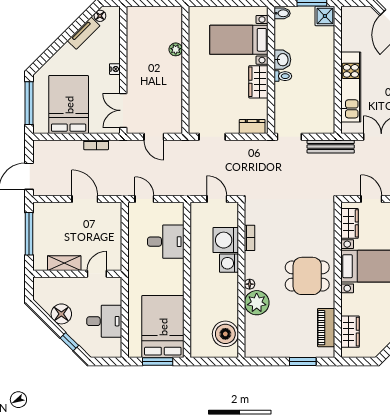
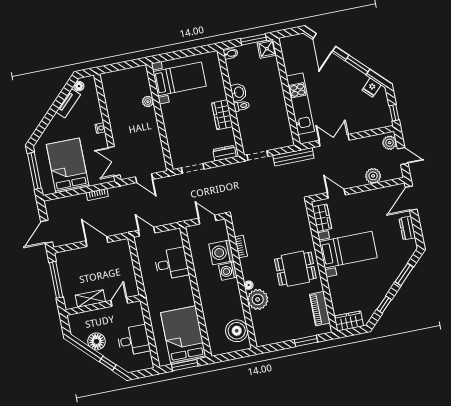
bed with nightstands: (239, 40) -> (180, 79), moved, turned 180
wardrobe: (350, 332) -> (349, 321), moved, turned -90

